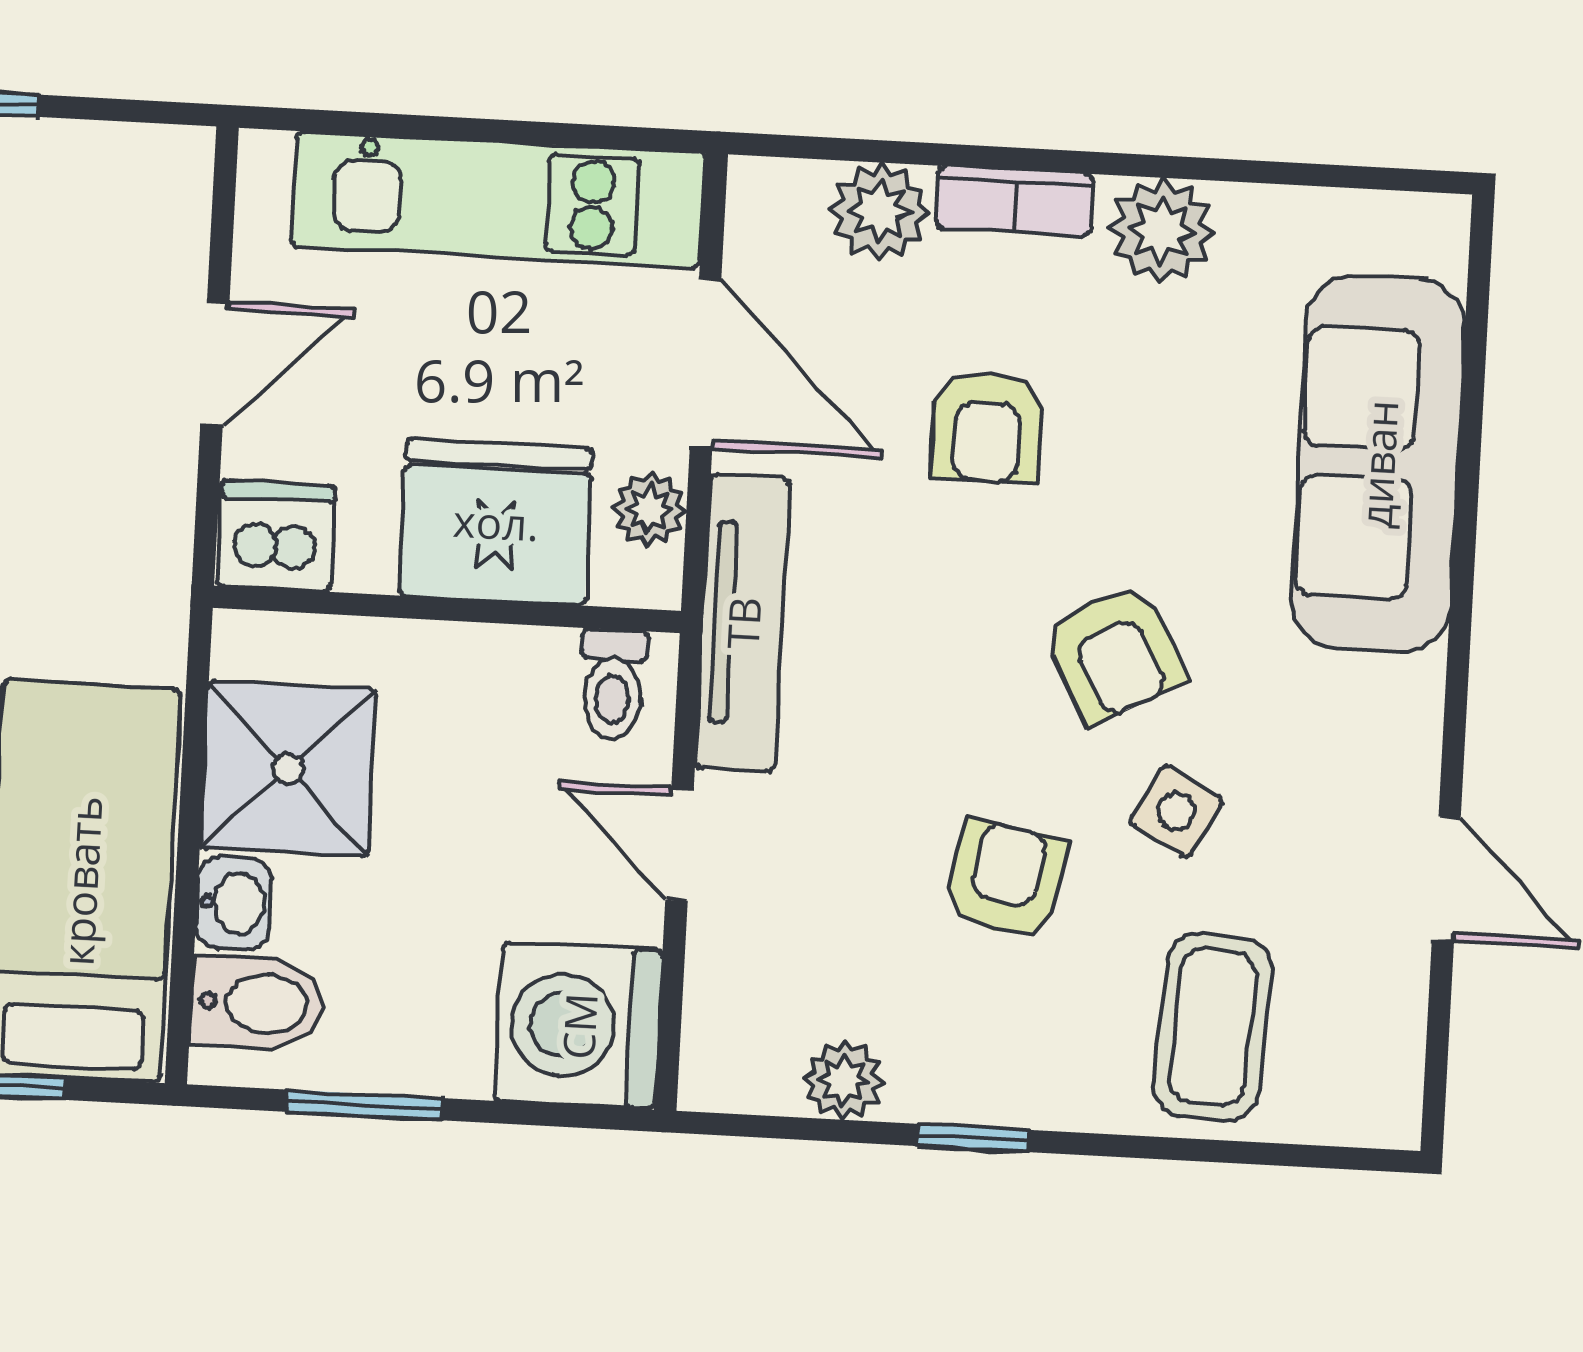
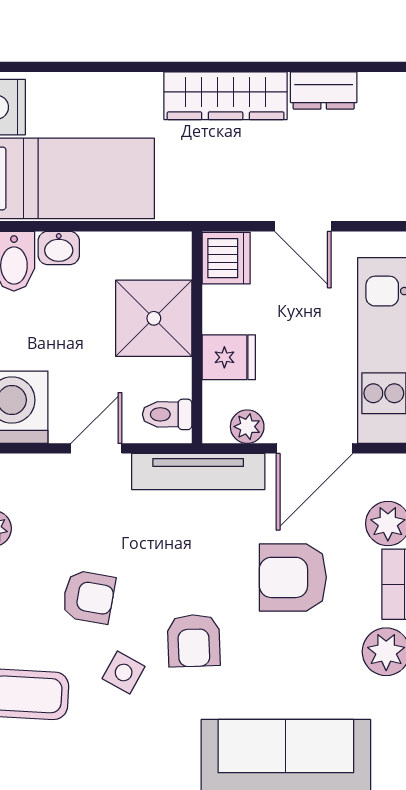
armchair: (987, 427) -> (293, 577), width x1.38, depth x1.38
fridge: (496, 522) -> (229, 357), width x0.53, depth x0.75
armchair: (1114, 653) -> (194, 641), turned -64
shower: (288, 769) -> (154, 318), moved

